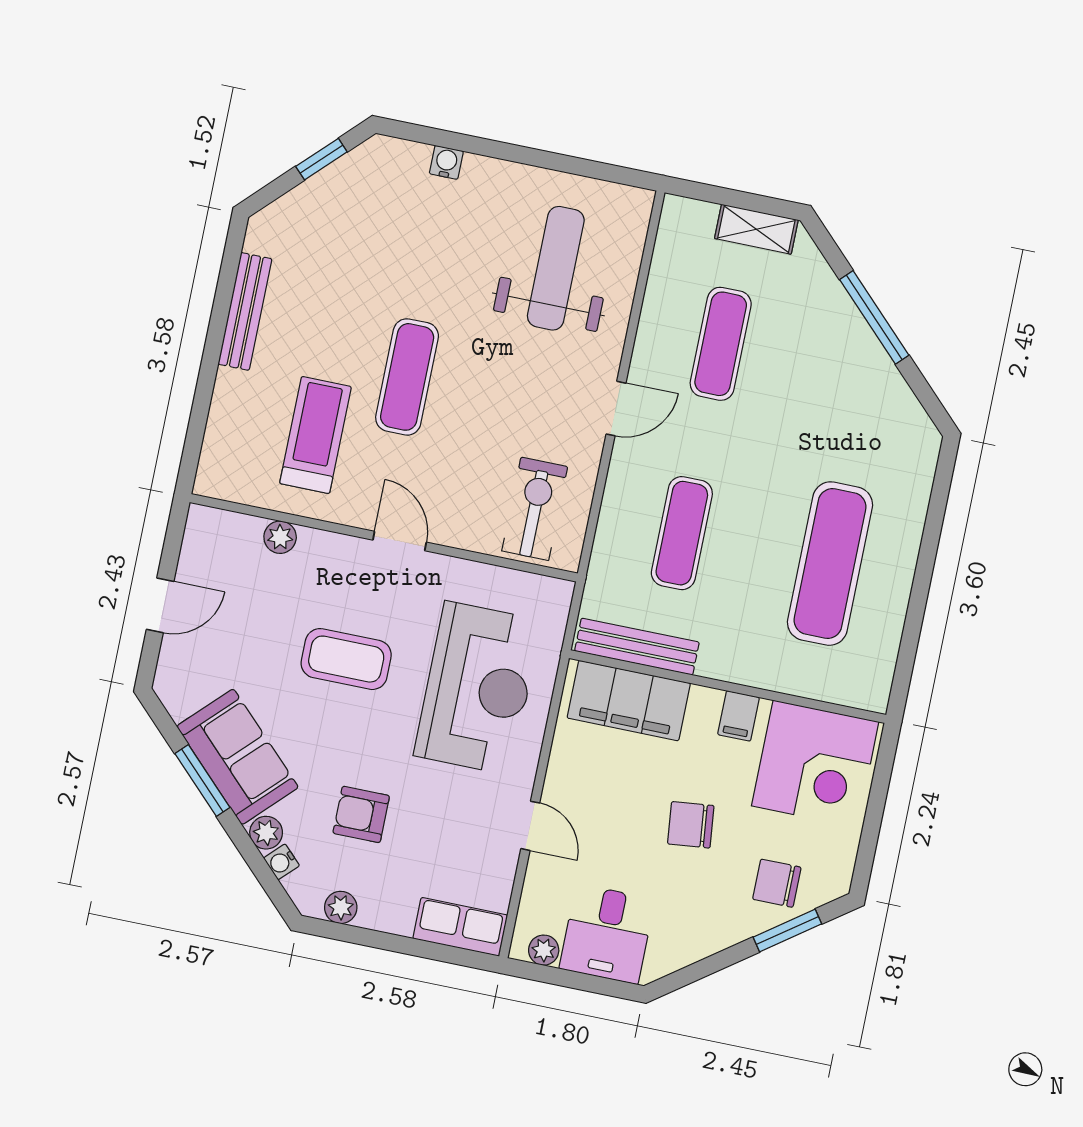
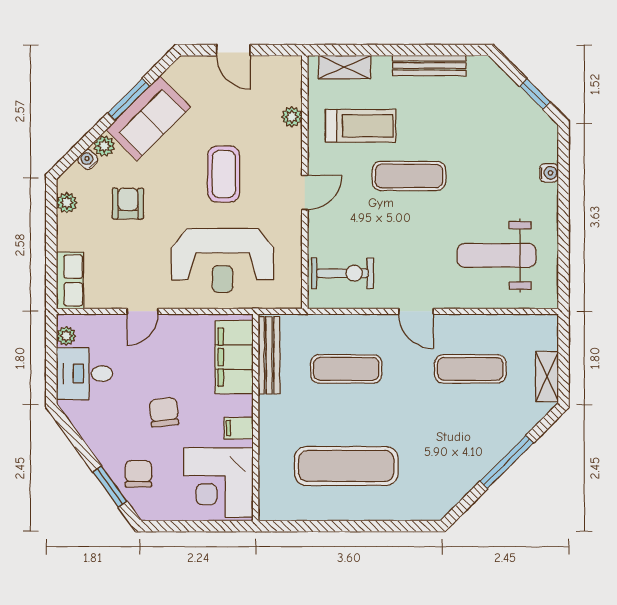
weight bench: (556, 268) -> (497, 255), turned 180
shelving: (221, 441) -> (345, 67), added

